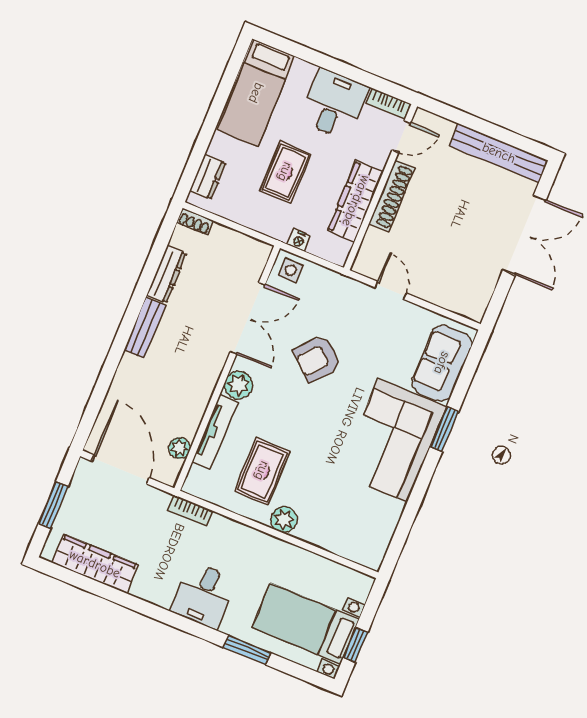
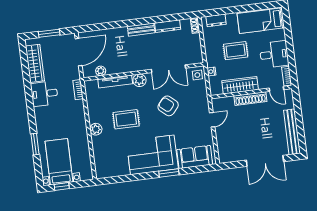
rug: (262, 471) -> (126, 119), moved
desk: (204, 596) -> (44, 94), moved

